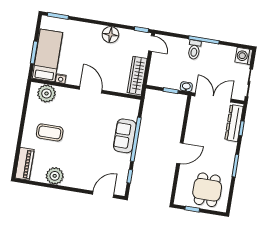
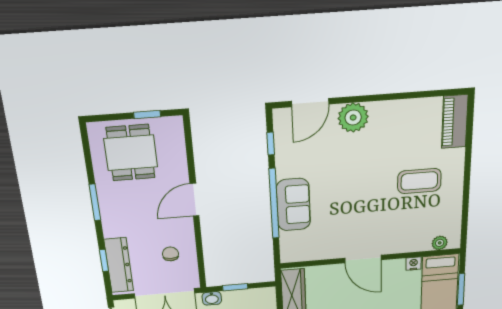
plant: (47, 93) -> (440, 243), width x0.53, depth x0.53
chair: (203, 123) -> (170, 254), added
plant: (55, 176) -> (353, 118), moved

